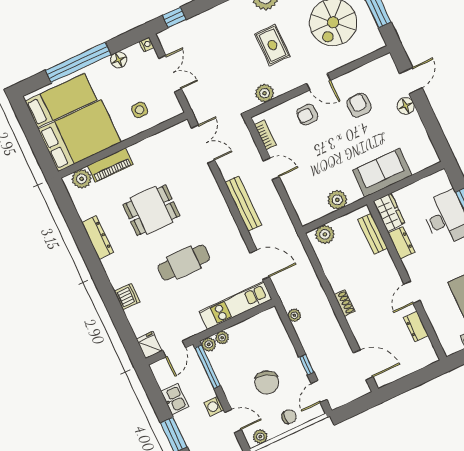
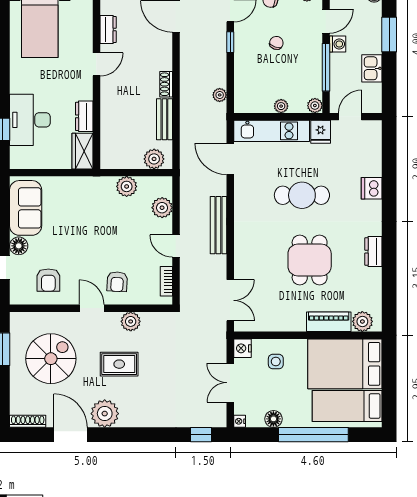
rug: (272, 45) -> (119, 364), turned 90
plant: (265, 93) -> (131, 321), moved
armchair: (359, 105) -> (48, 280), moved
nightstand: (173, 108) -> (242, 348), added
armchair: (307, 115) -> (117, 282), turned 93
double door: (203, 144) -> (230, 300), swing flipped
sofa: (382, 173) -> (26, 208), moved, turned -90
plant: (298, 196) -> (162, 208), added
dining table: (151, 210) -> (310, 260), turned 90
bench: (373, 234) -> (164, 119), moved
dresser: (98, 237) -> (373, 252), width x0.70
plant: (222, 338) -> (281, 106), moved
fridge: (149, 345) -> (321, 132), moved
window: (208, 367) -> (326, 67), moved
chair: (267, 383) -> (276, 43), width x0.54, depth x0.54
door: (233, 421) -> (326, 21), swing flipped

